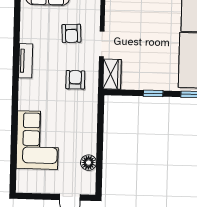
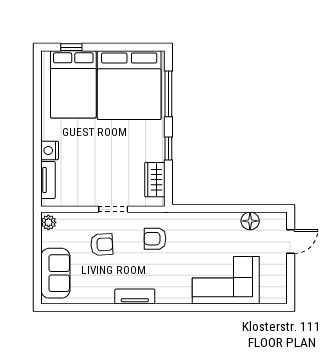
wardrobe: (112, 74) -> (155, 180), moved, turned -90

